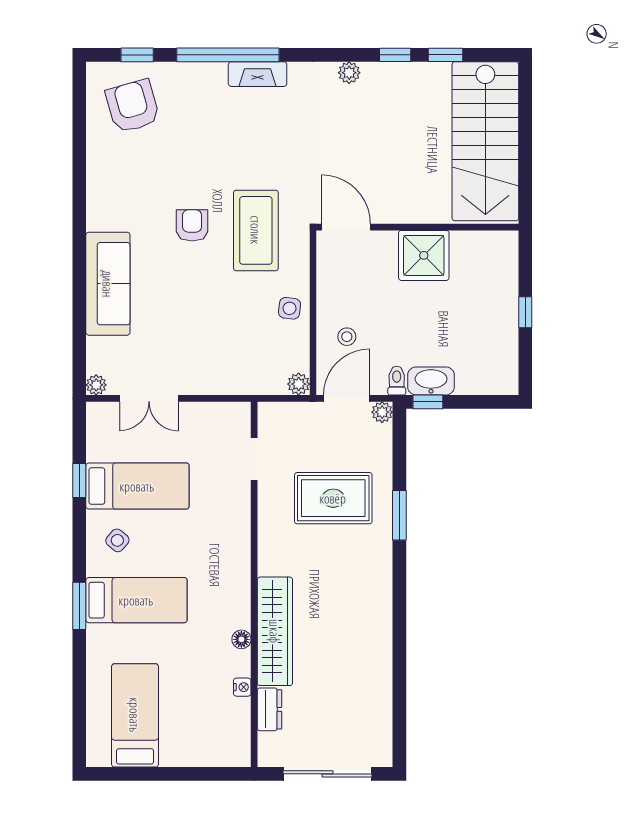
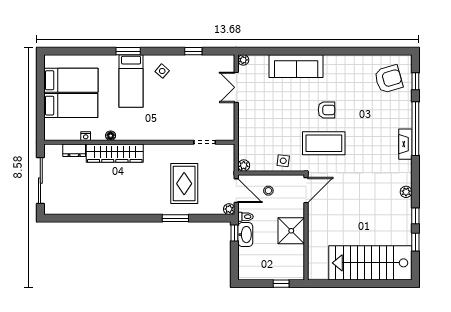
door: (346, 227) -> (306, 190), moved
wall: (417, 227) -> (306, 227), moved
shower: (424, 255) -> (291, 231), moved
bed: (137, 486) -> (71, 106), moved, turned -90

